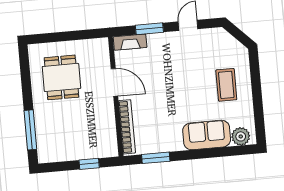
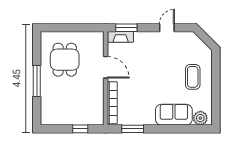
window: (149, 29) -> (126, 28), moved
window: (30, 130) -> (37, 81), moved

